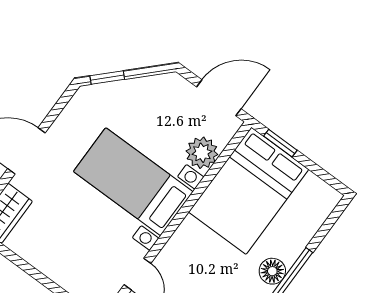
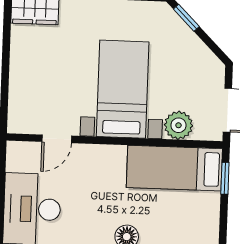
bed: (249, 191) -> (174, 168), width x0.67

